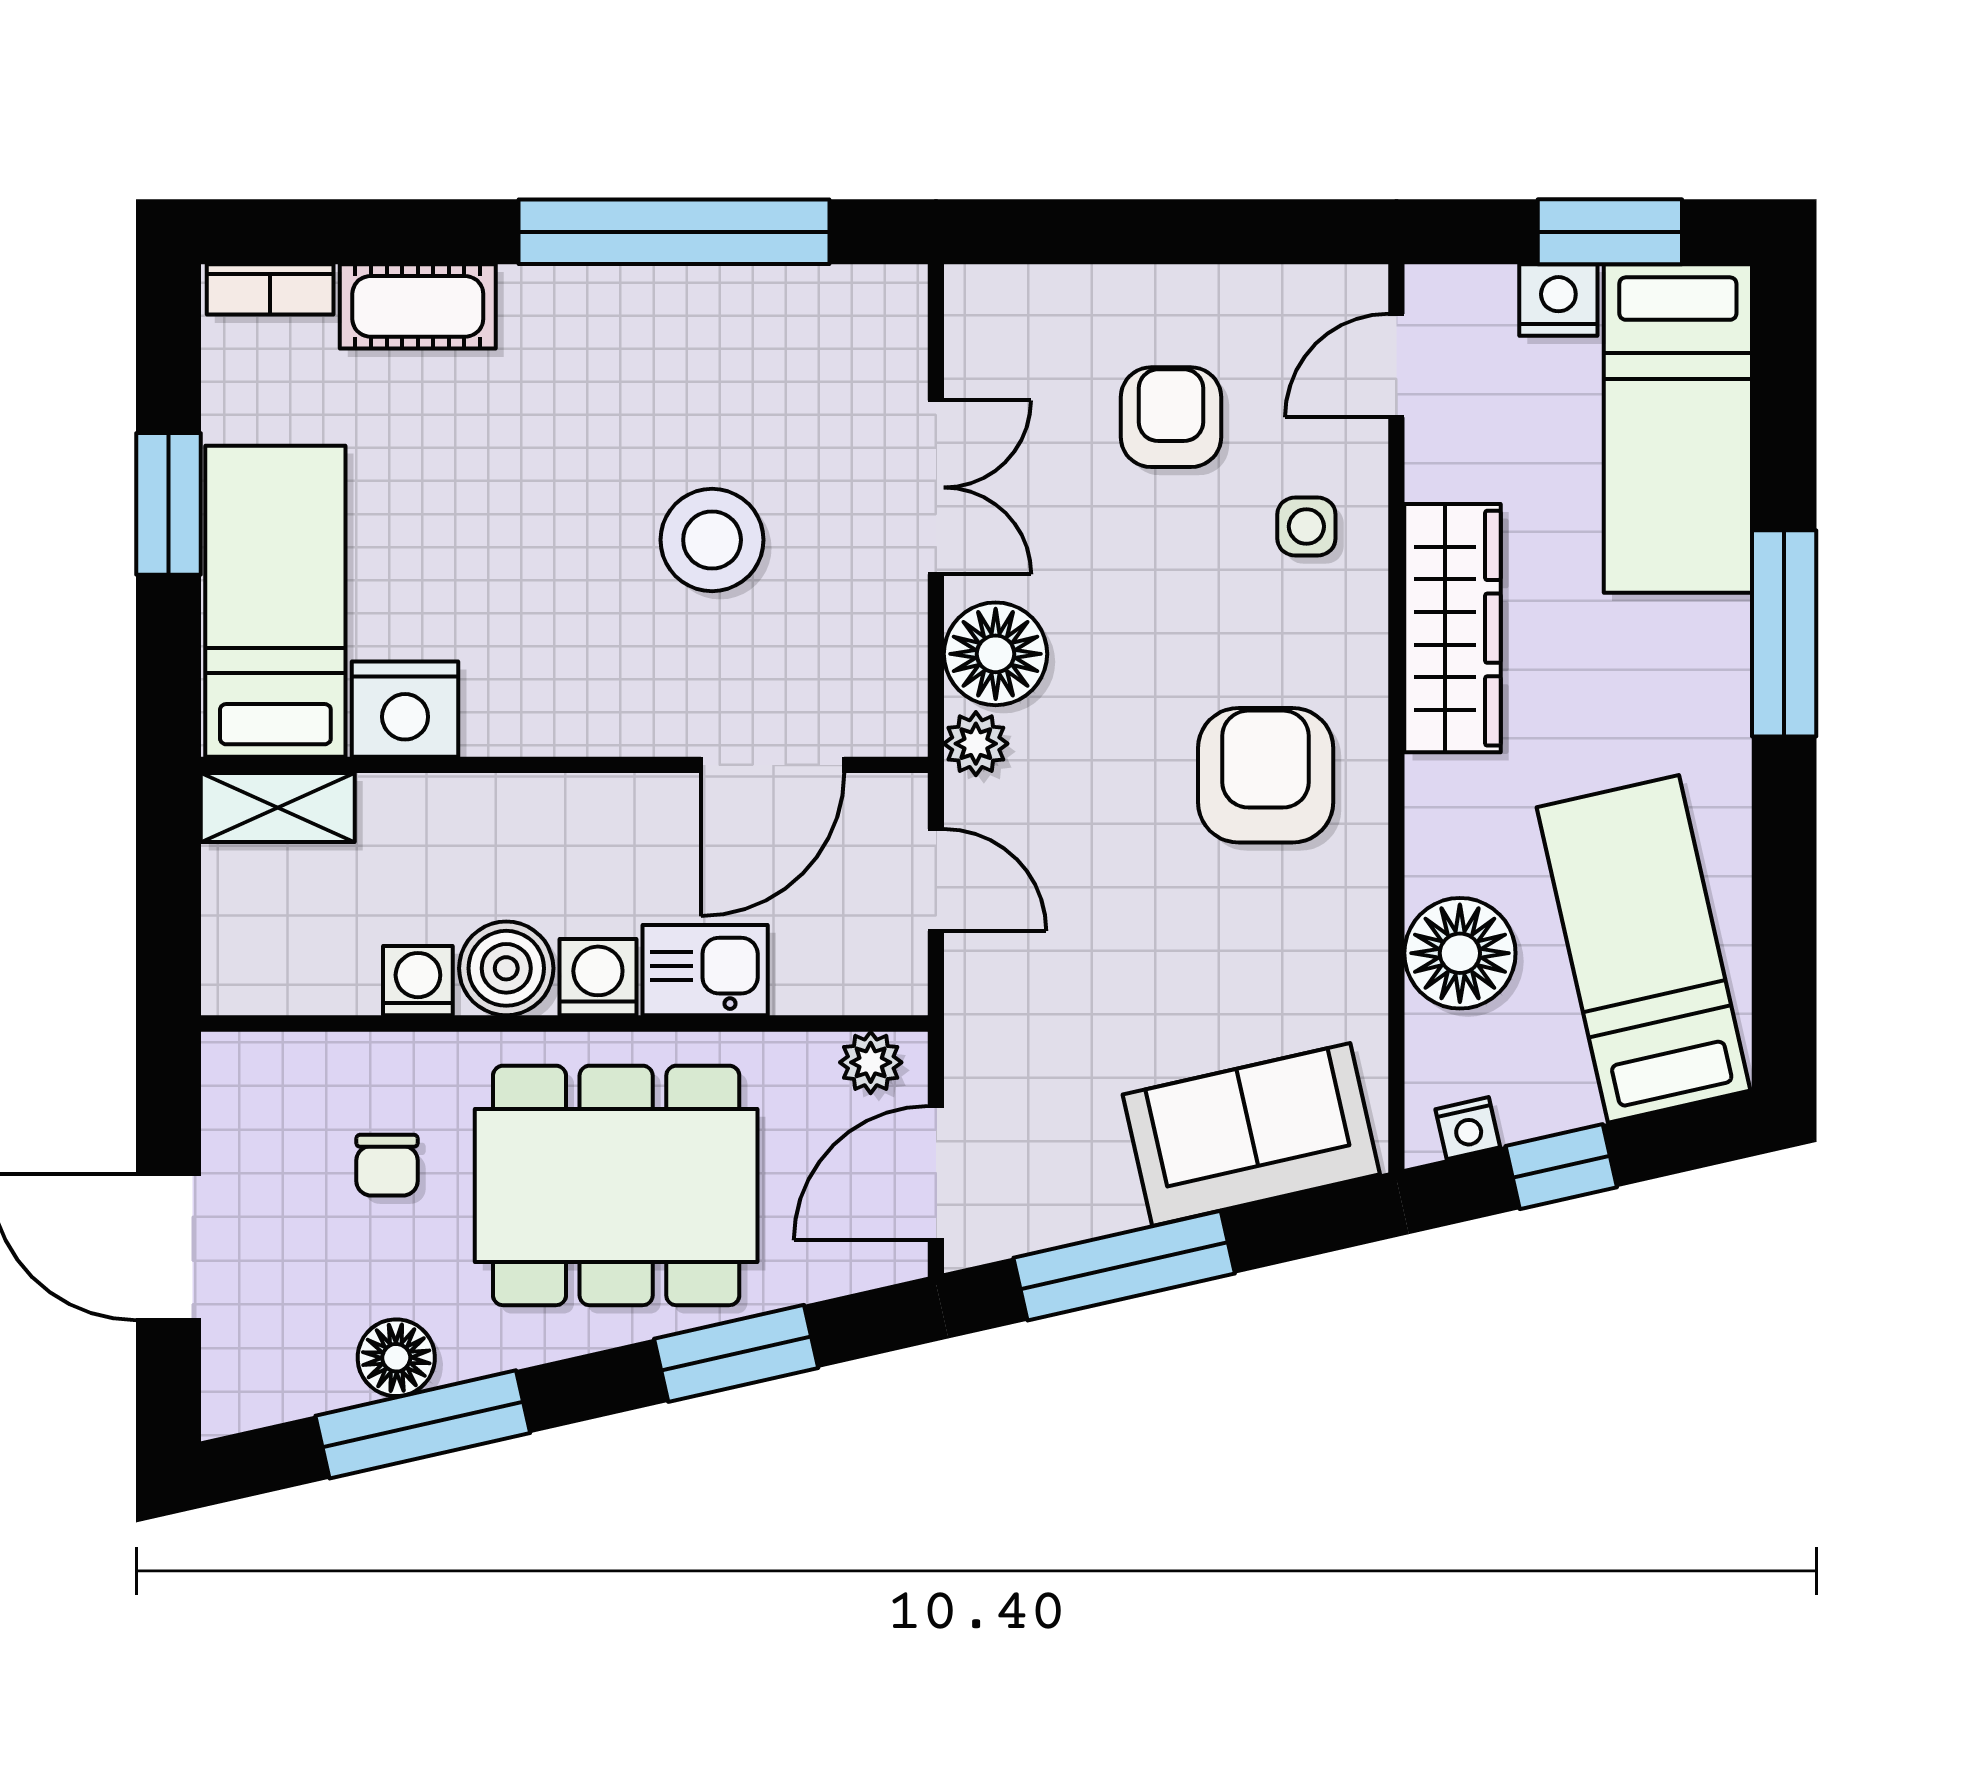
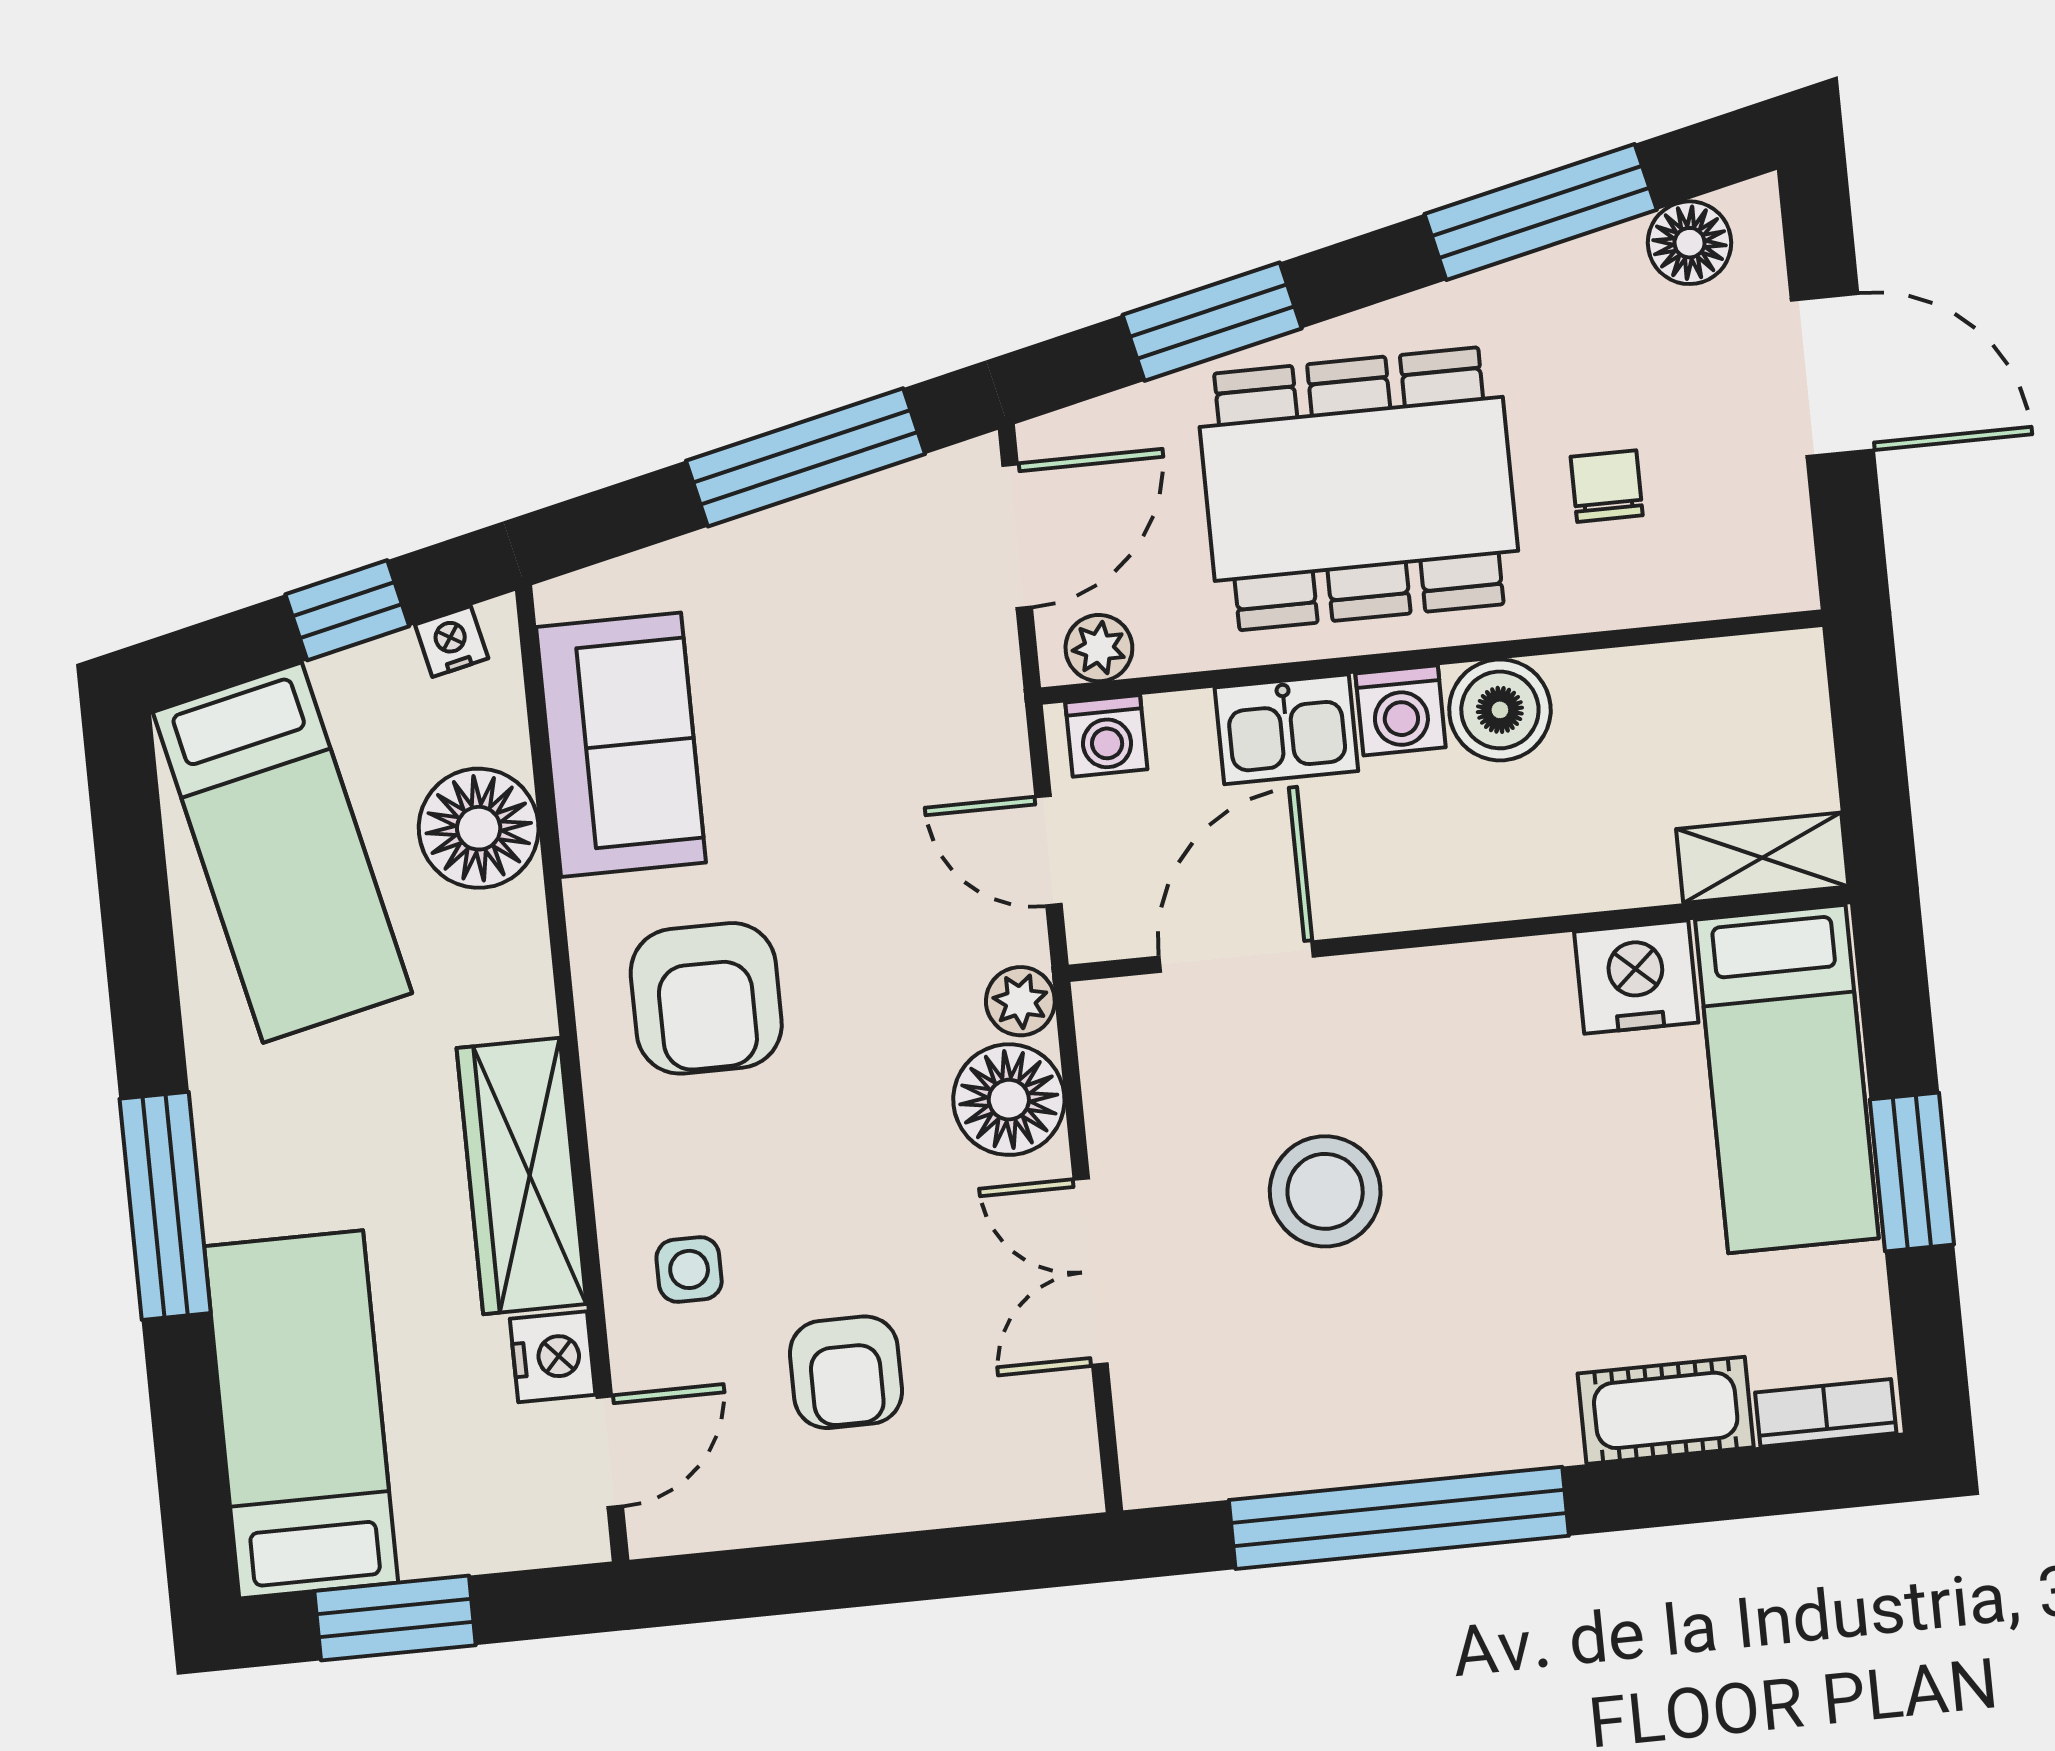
nightstand: (1558, 300) -> (553, 1357), moved, turned -90
washing machine: (418, 981) -> (1106, 736), moved
sofa: (1251, 1134) -> (621, 745), moved, turned -77
floor lamp: (396, 1358) -> (1690, 243), moved

